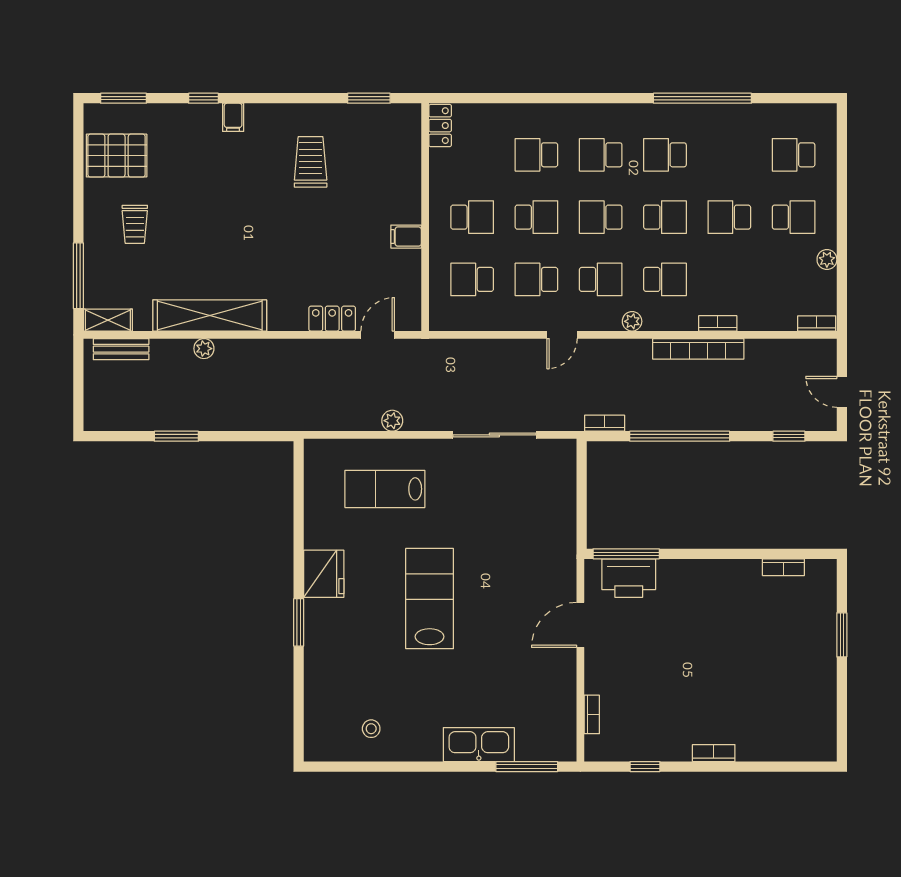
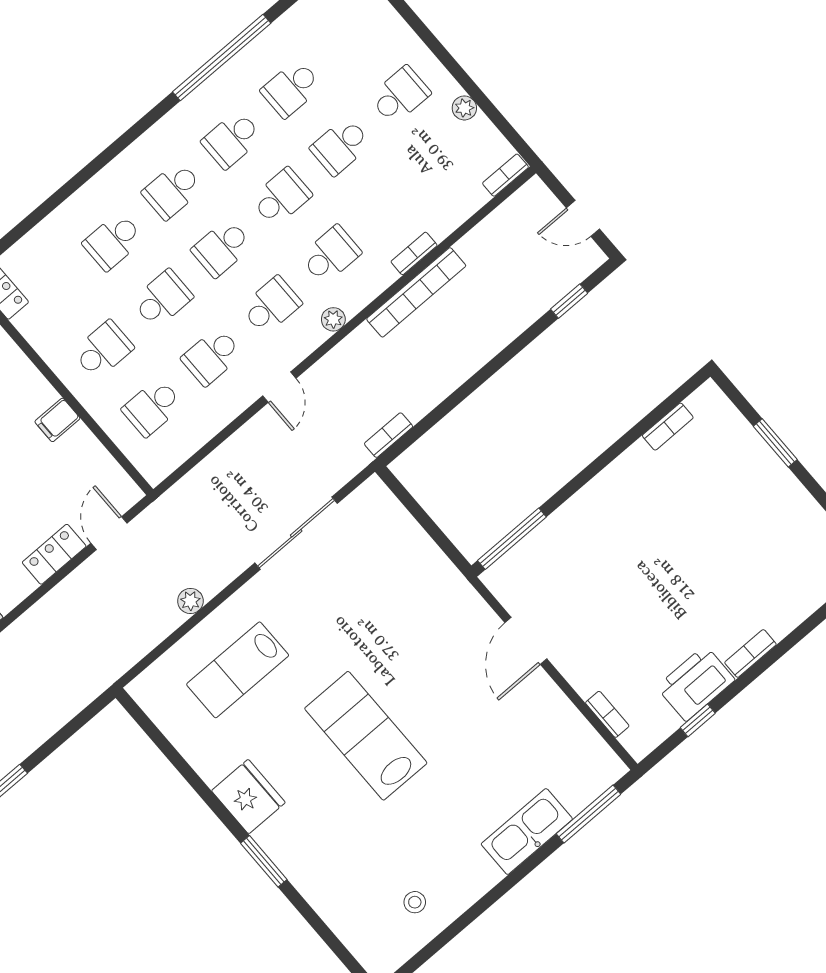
school desk: (794, 155) -> (291, 89), moved
window: (680, 436) -> (468, 388), removed
printer: (629, 578) -> (696, 683), moved, turned 180

